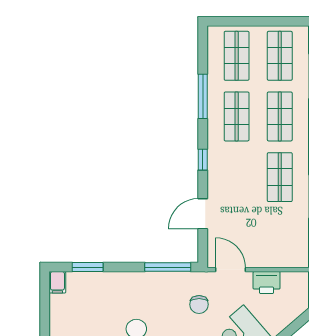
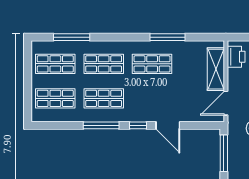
window: (203, 96) -> (101, 125), moved
door: (203, 214) -> (168, 125), moved
shelving: (273, 257) -> (216, 69), added
printer: (267, 282) -> (236, 57), moved

